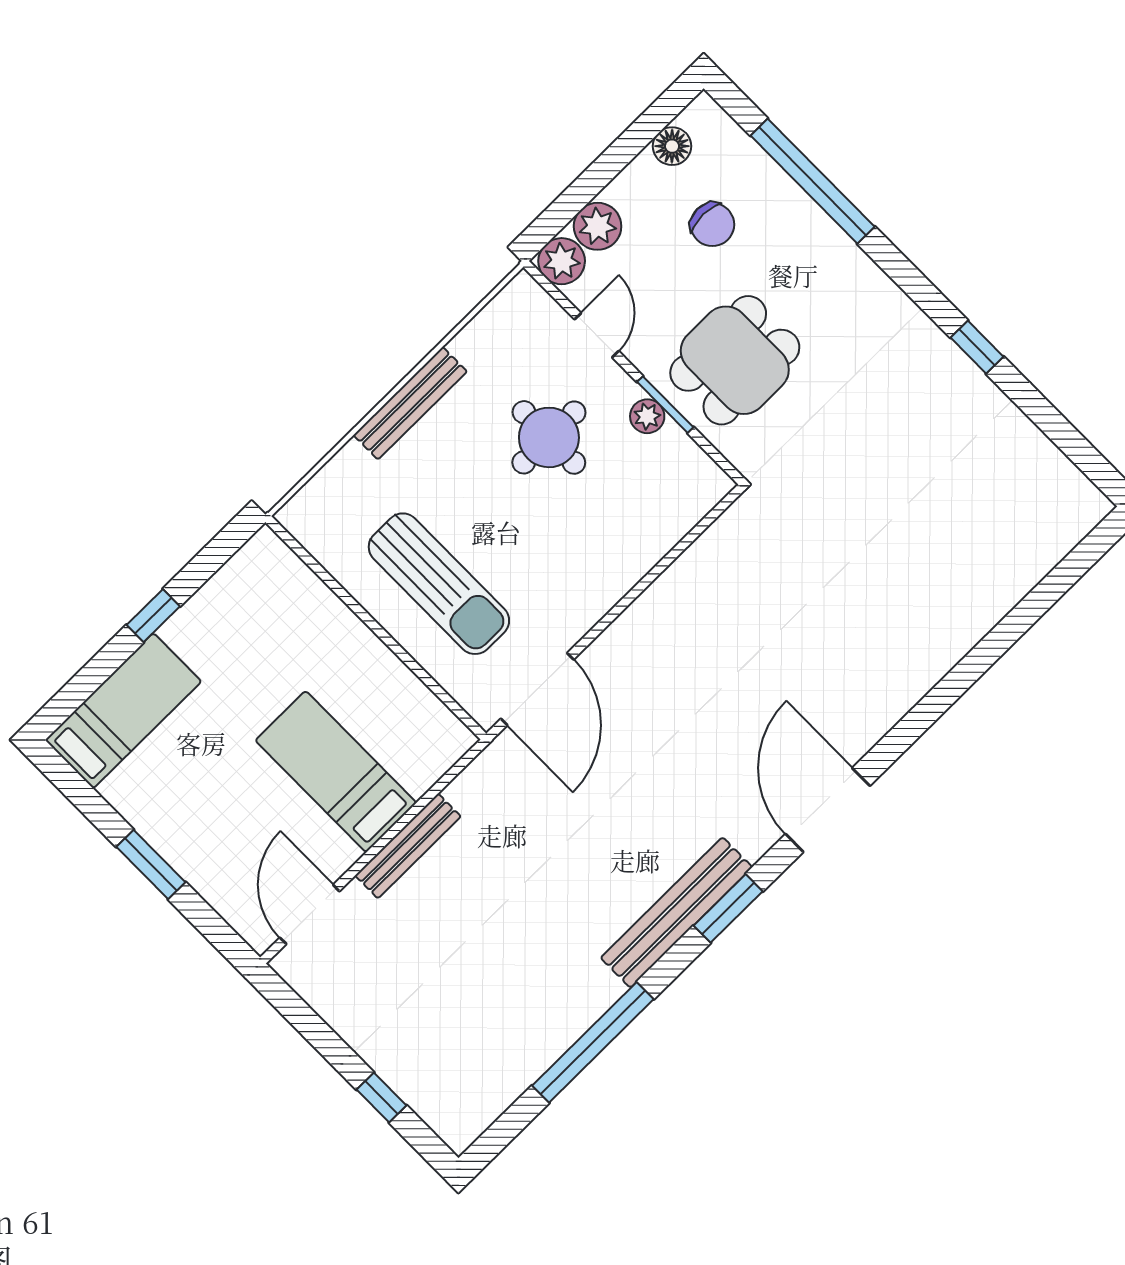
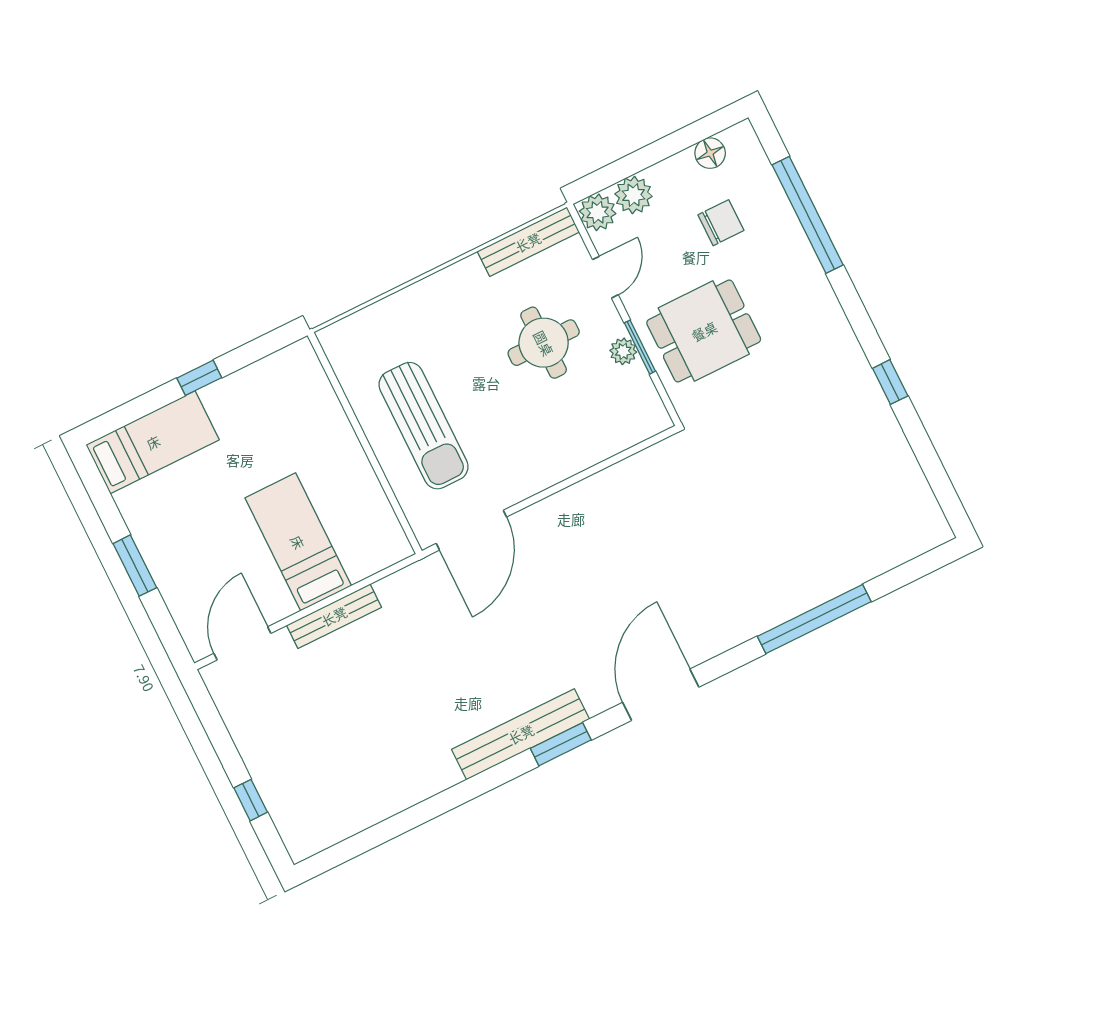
chair: (712, 225) -> (721, 223), turned -90
bench: (410, 403) -> (528, 242), moved
window: (593, 1042) -> (814, 619), moved

